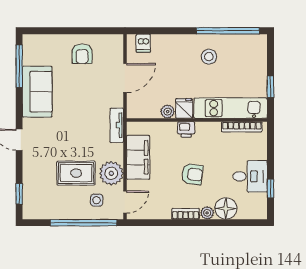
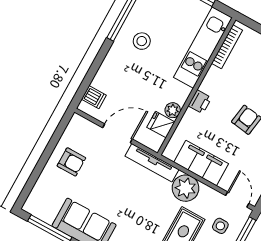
door: (125, 78) -> (118, 133), hinge flipped
fridge: (184, 108) -> (161, 125), moved
tv unit: (117, 125) -> (152, 163), width x1.41
plant: (111, 173) -> (186, 188), moved

